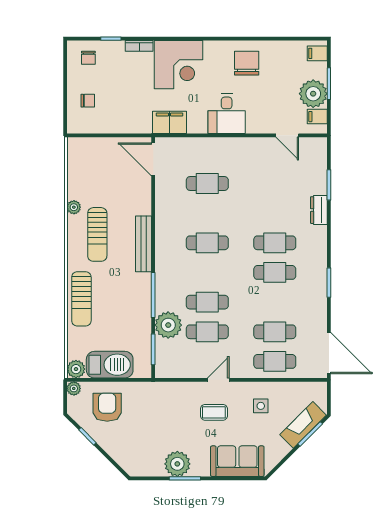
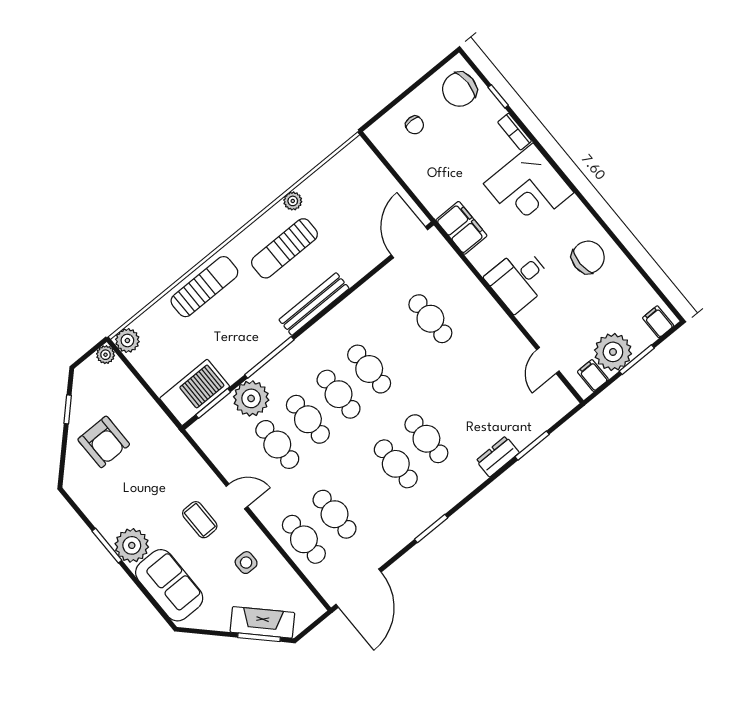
chair: (88, 58) -> (459, 89), width x1.87, depth x1.87
cafe table: (207, 272) -> (339, 394), added
sun lounger: (81, 299) -> (204, 287), turned 180
barbecue: (110, 365) -> (195, 392), moved, turned -90
armchair: (107, 407) -> (104, 442), moved, turned 90
plant: (177, 464) -> (132, 545), moved

